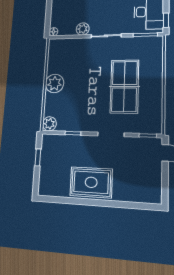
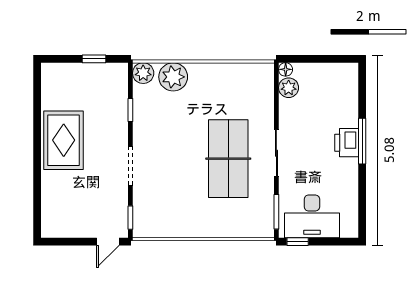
plant: (83, 29) -> (289, 88), moved
plant: (55, 83) -> (173, 77), moved
table tennis table: (124, 86) -> (228, 159), moved, turned 90

